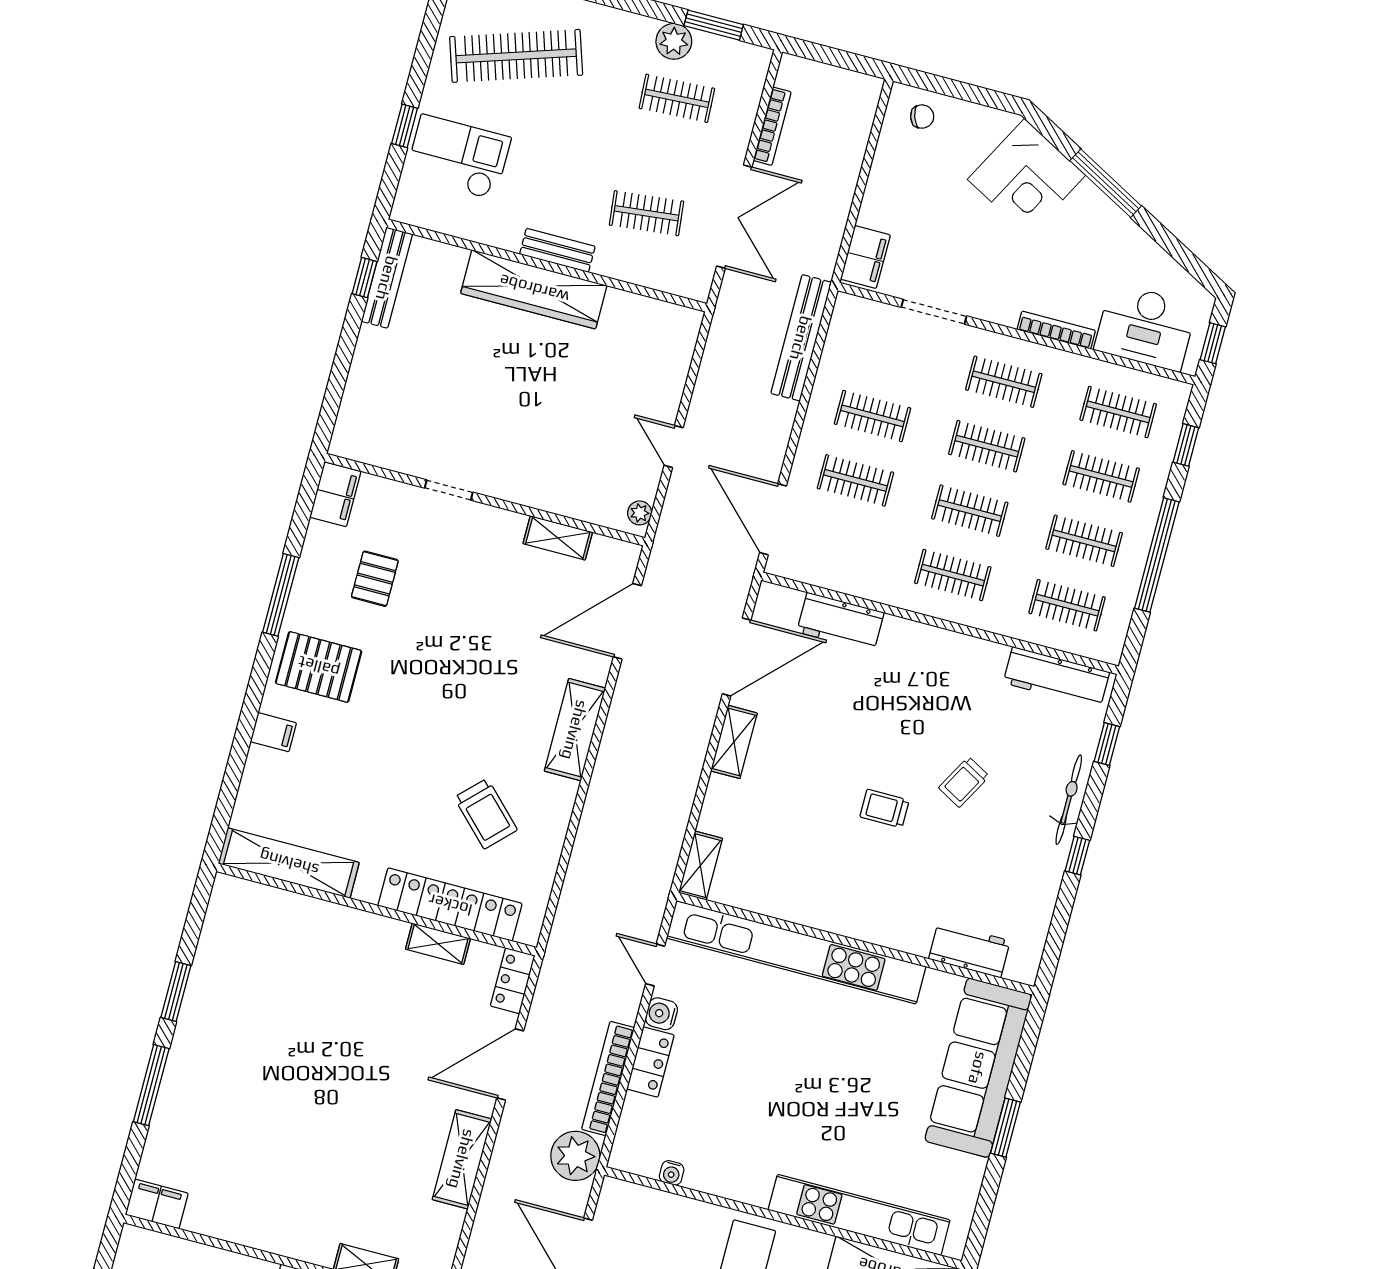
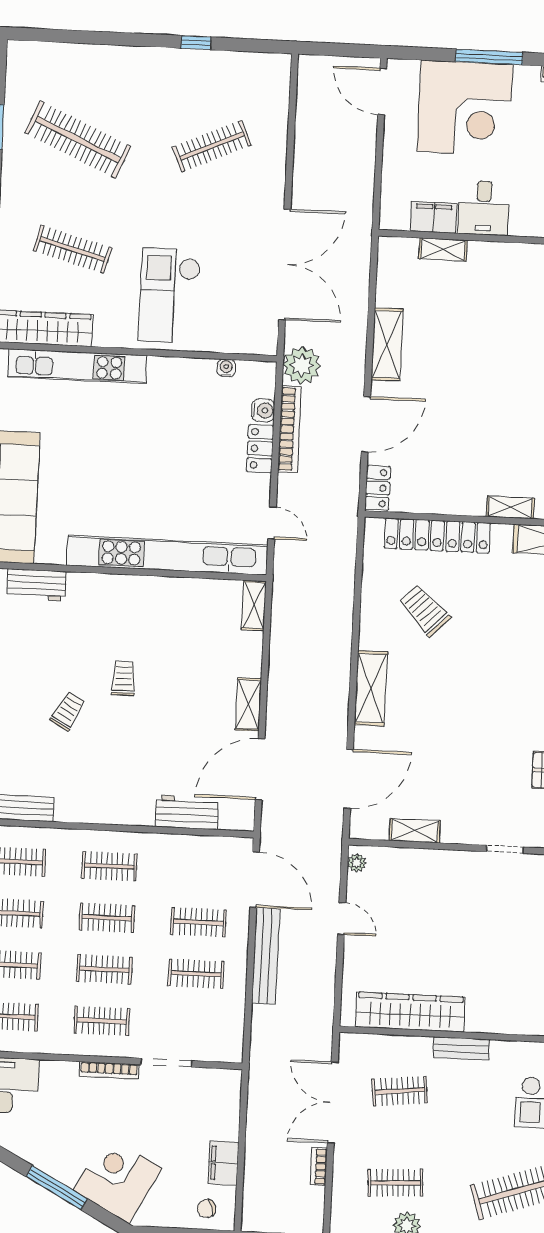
bookcase: (772, 126) -> (319, 1167), width x0.64
filing cabinet: (865, 257) -> (223, 1163), moved
wardrobe: (534, 289) -> (410, 1012), moved
bookcase: (1056, 330) -> (109, 1070), moved
bench: (801, 338) -> (266, 956), moved
trolley: (885, 808) -> (124, 678), turned -90
shelving: (438, 944) -> (510, 507), moved
water cooler: (661, 1014) -> (263, 410), moved

